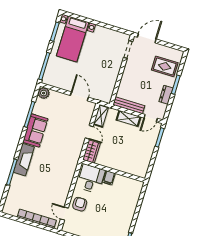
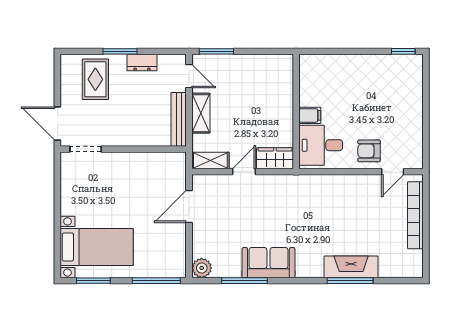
fireplace: (24, 160) -> (351, 267), moved

